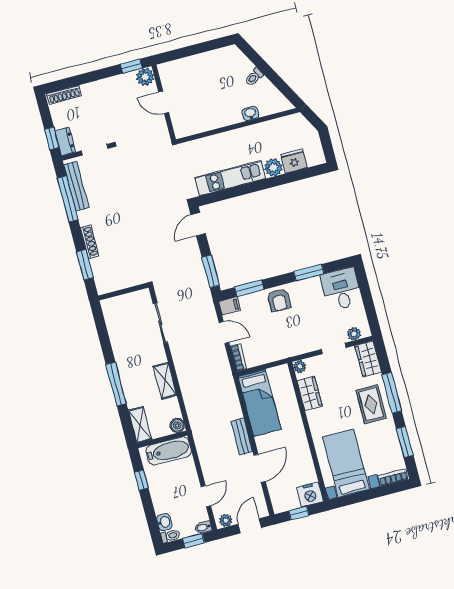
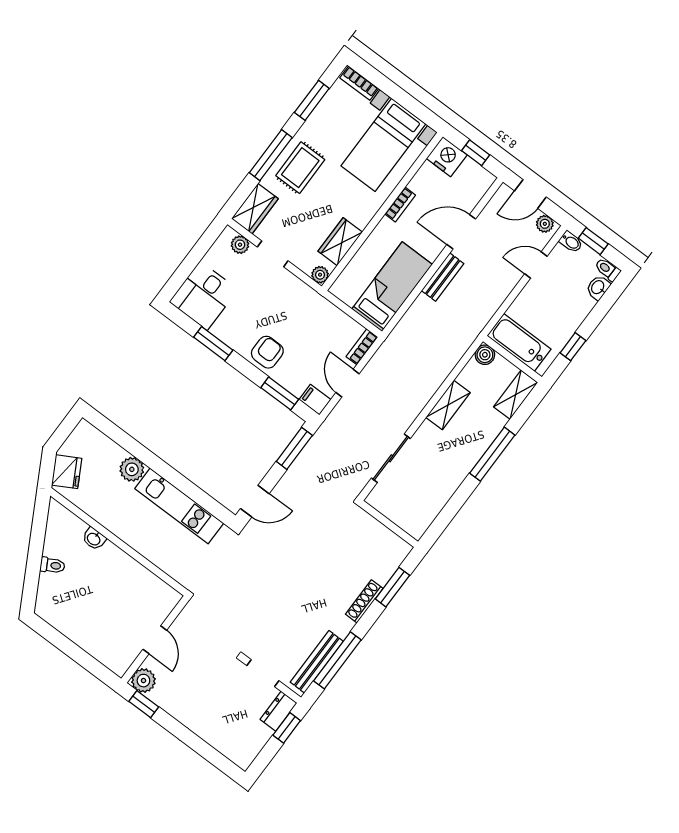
shoe rack: (64, 95) -> (230, 751), removed
fridge: (294, 161) -> (67, 472), moved, turned -119
bookcase: (304, 445) -> (400, 204), added

